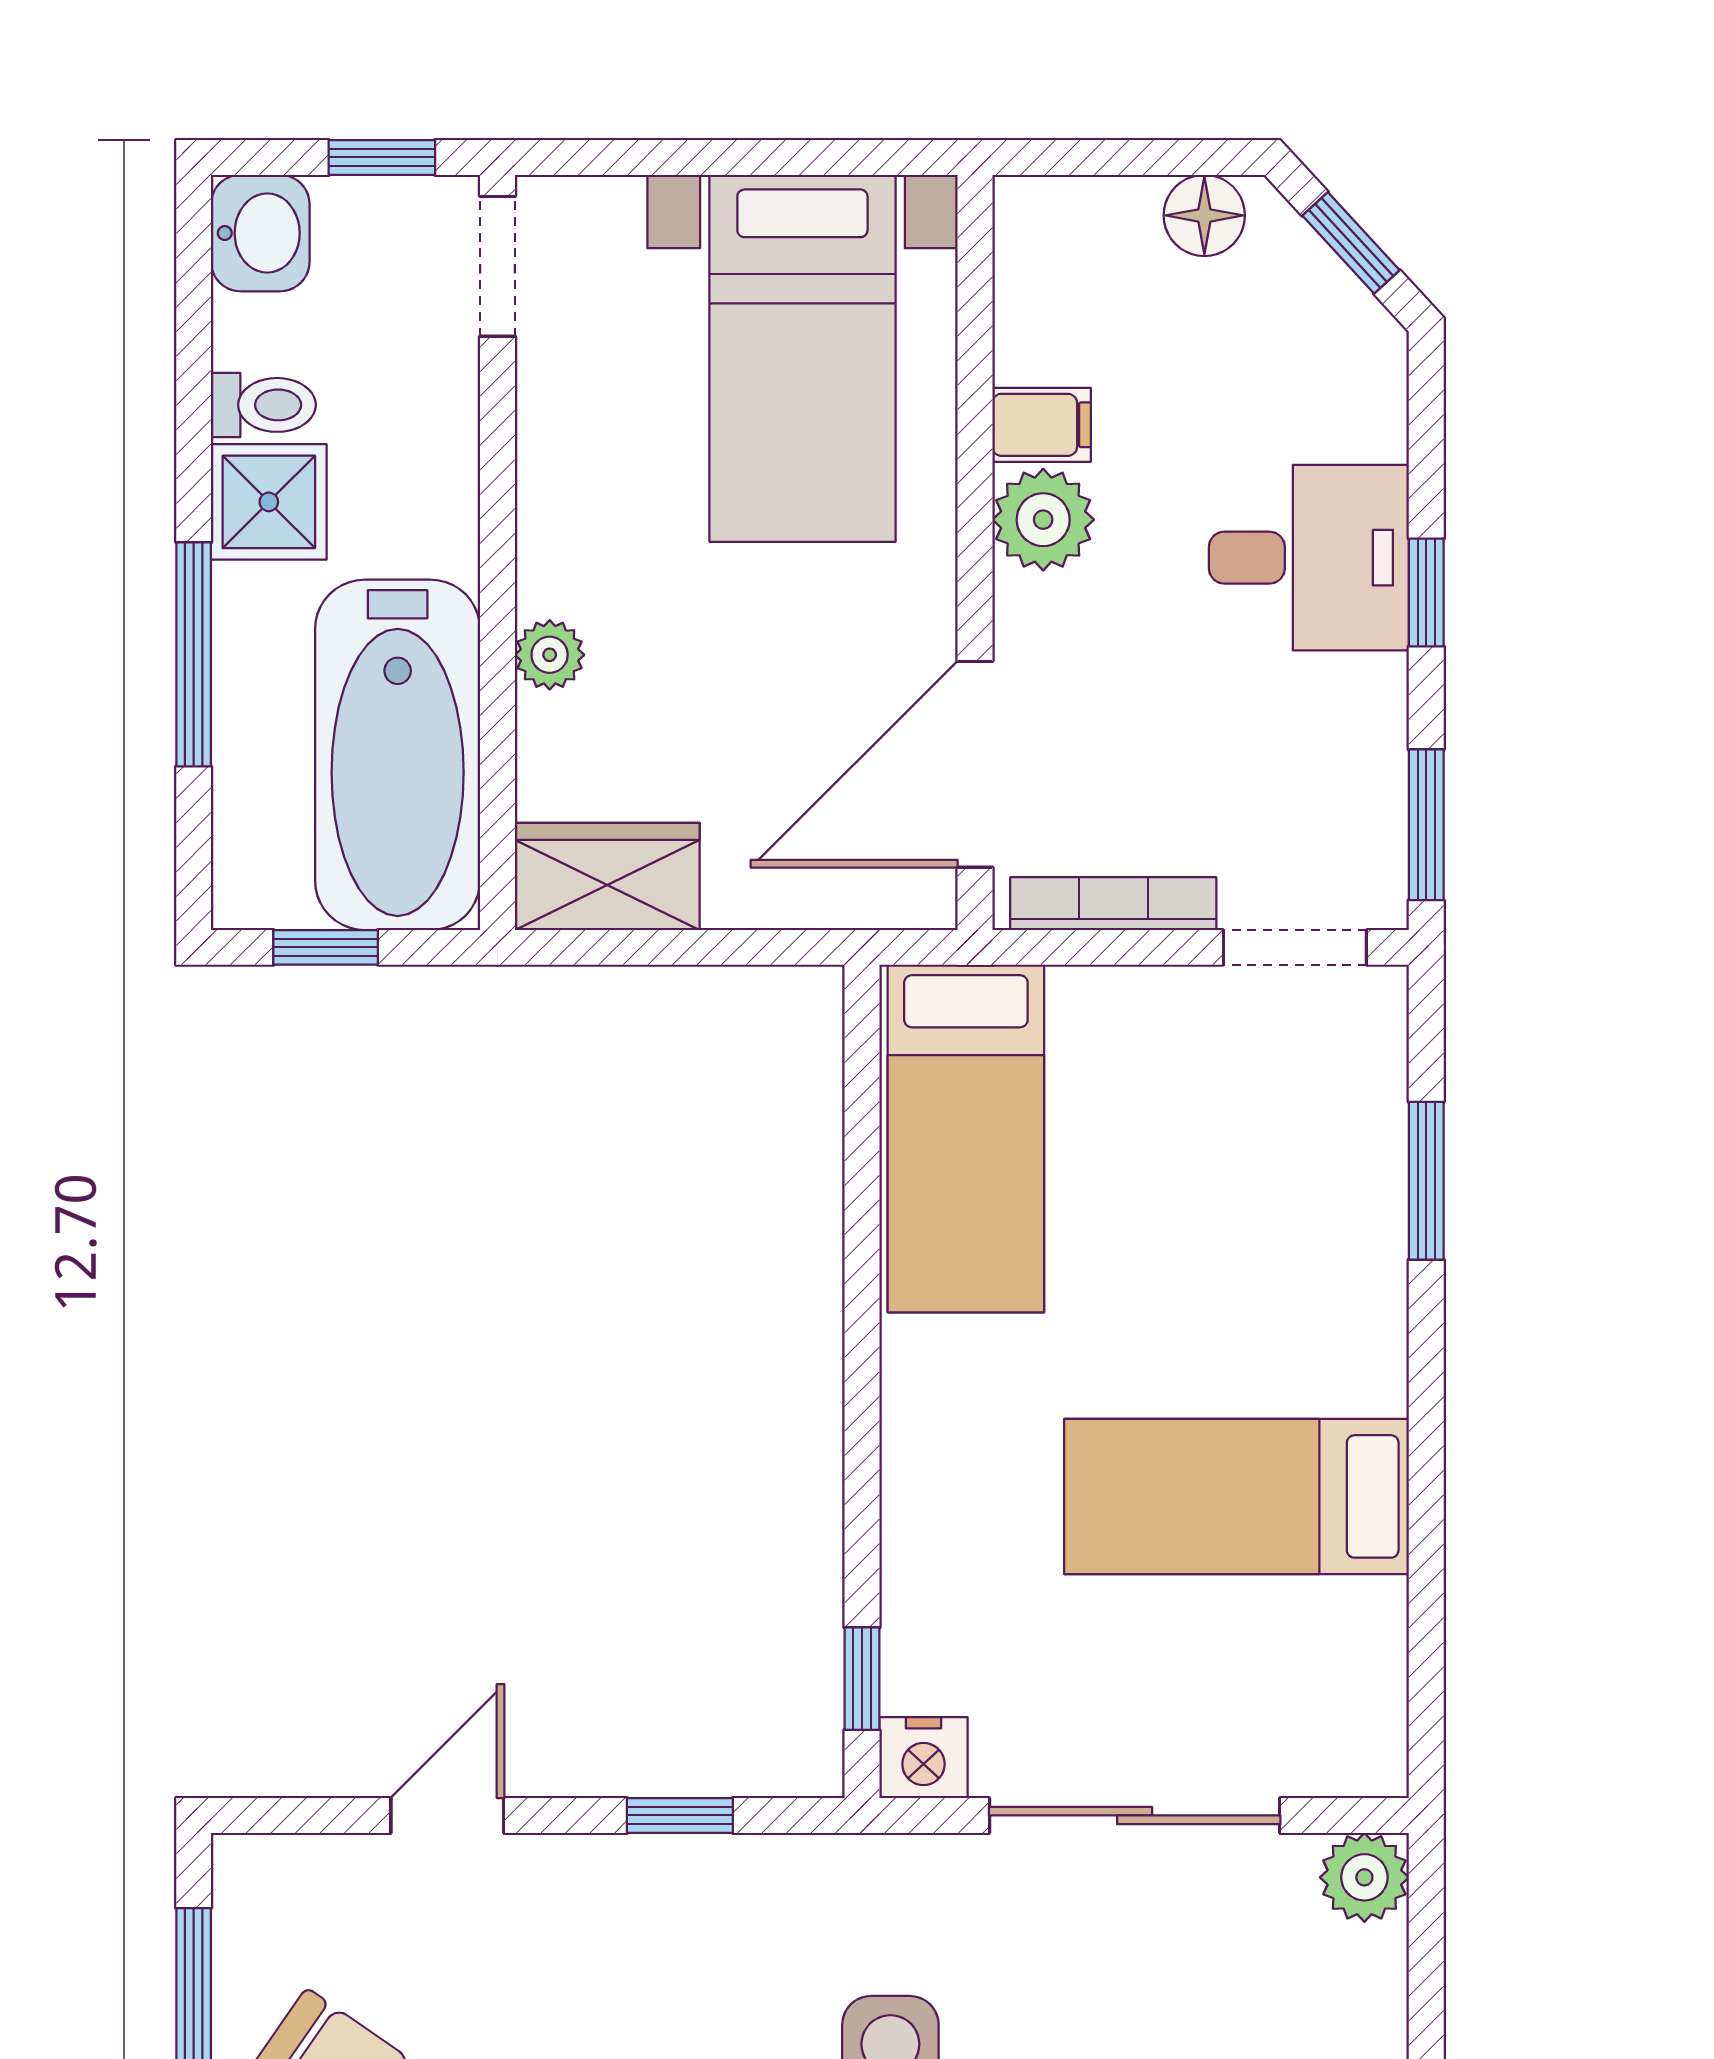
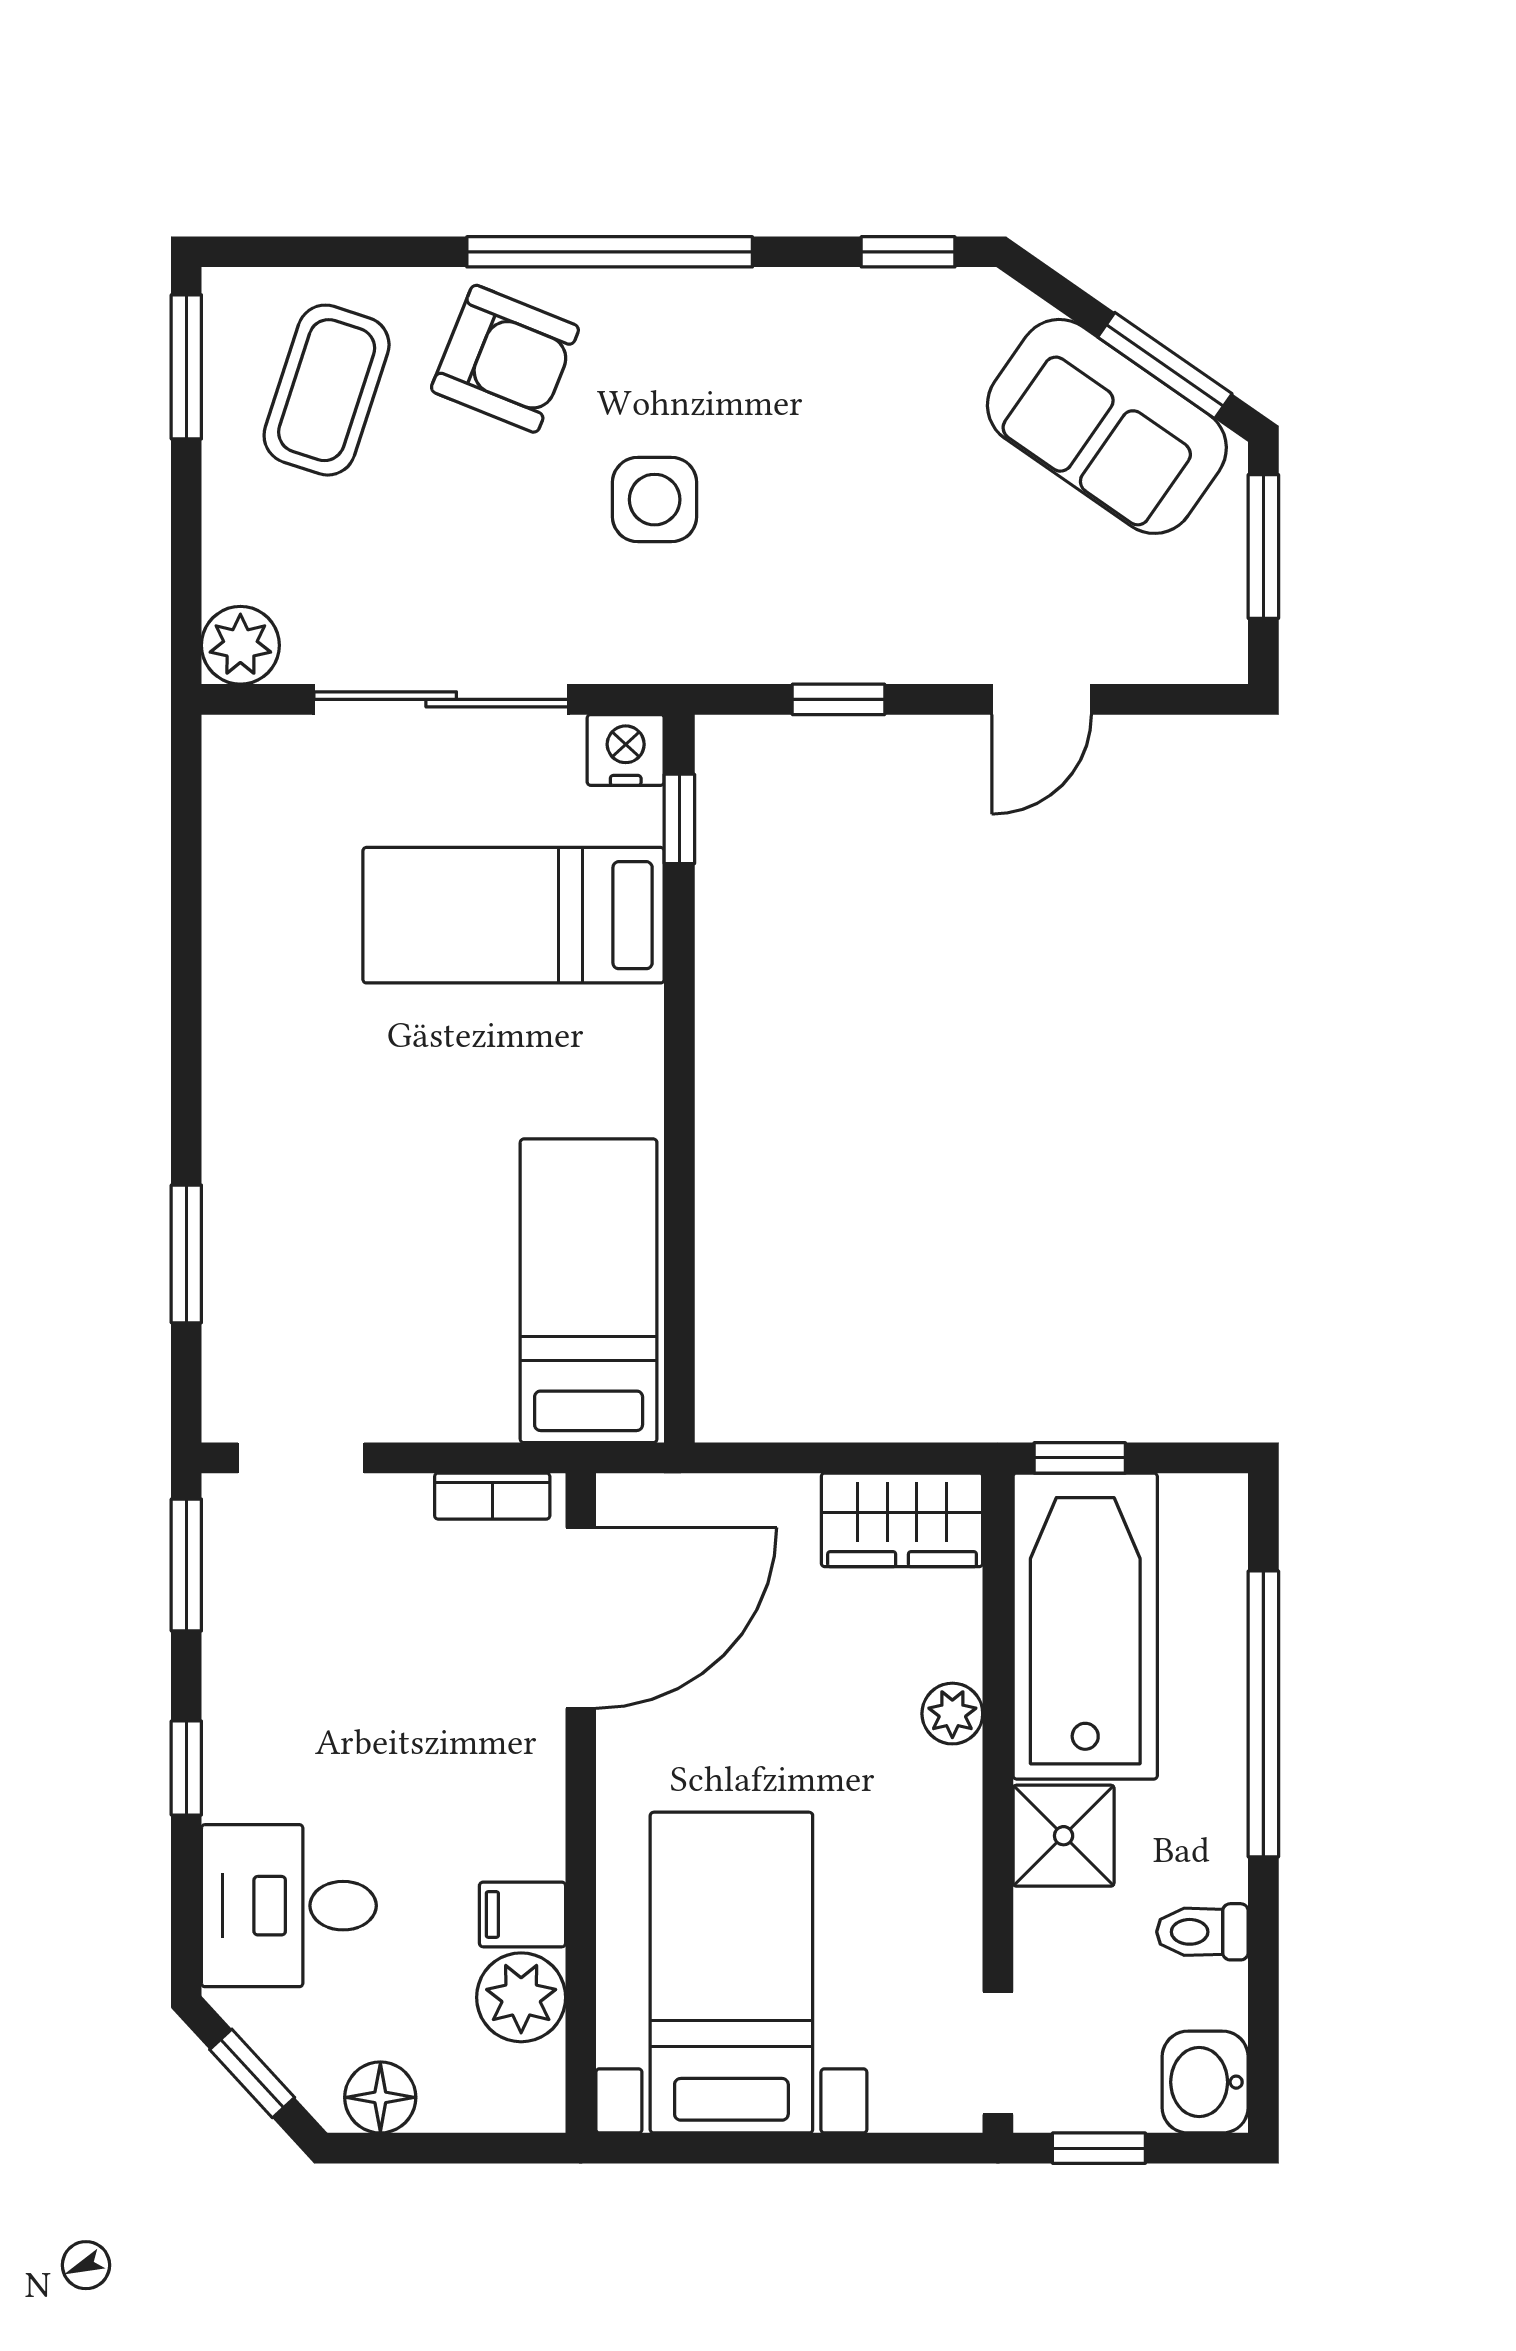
shower: (269, 502) -> (1064, 1836), moved
plant: (1043, 520) -> (521, 1997), moved
desk: (1309, 558) -> (289, 1906), moved
window: (194, 654) -> (1263, 1714), width x1.46
bookcase: (1113, 904) -> (492, 1496), width x0.64
window: (326, 947) -> (1080, 1458), moved
bed: (1237, 1496) -> (514, 915), moved, turned 180

